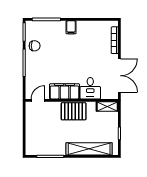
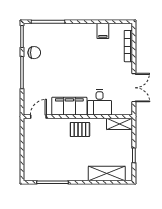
filing cabinet: (71, 27) -> (103, 31), moved
double door: (119, 76) -> (134, 88), width x0.73
pallet: (74, 111) -> (80, 129), width x0.67, depth x0.71
shelving: (89, 149) -> (107, 173), width x0.68

